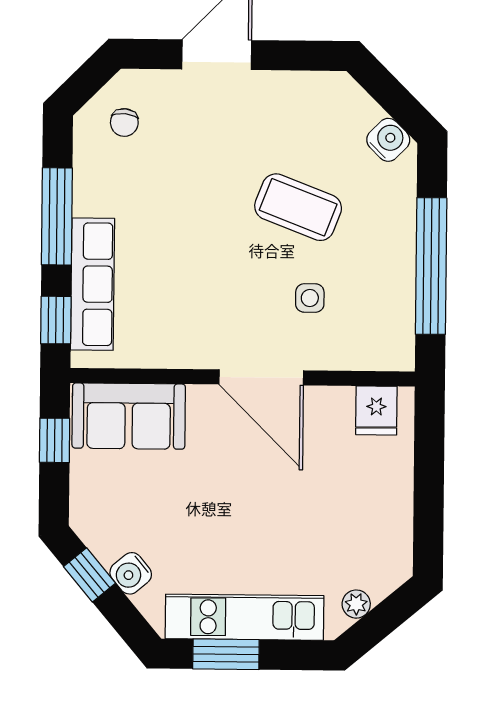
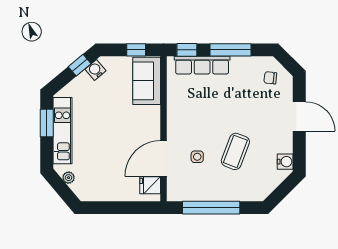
water cooler: (388, 140) -> (285, 162), moved, turned -45
door: (261, 377) -> (164, 159), moved
water cooler: (131, 573) -> (95, 70), moved

